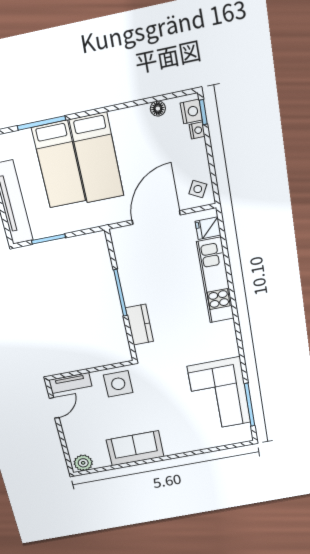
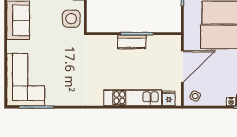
door: (156, 217) -> (182, 67), hinge flipped
kitchen counter: (140, 325) -> (132, 42), moved
corner sofa: (219, 395) -> (26, 80), moved, turned 90

